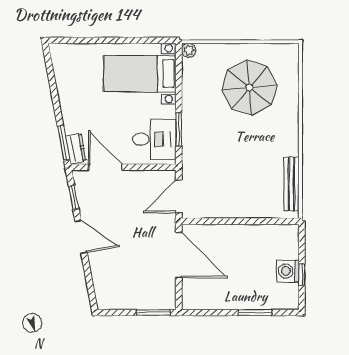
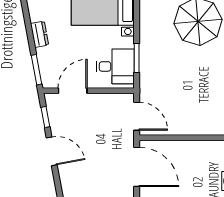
dresser: (76, 148) -> (39, 34), moved
door: (105, 167) -> (73, 91), hinge flipped
door: (179, 197) -> (137, 116), swing flipped

